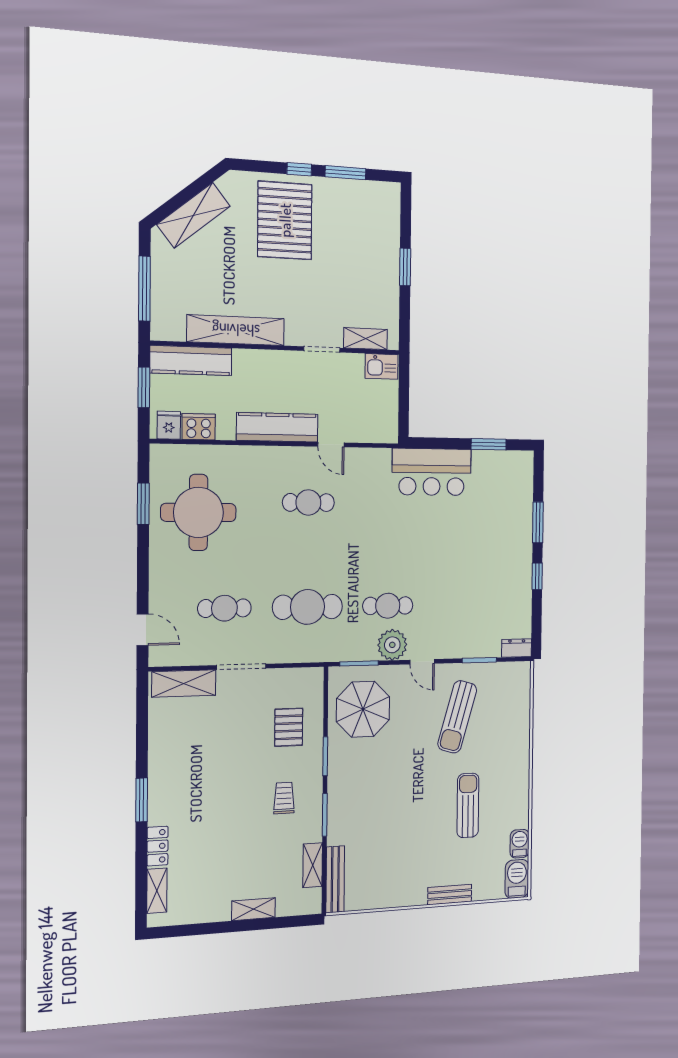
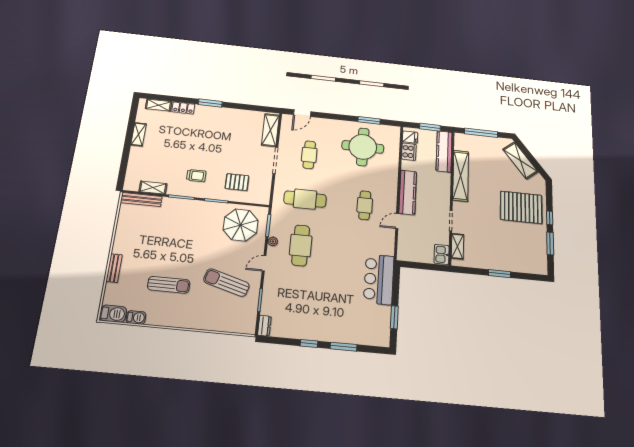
cafe table: (388, 606) -> (301, 245), width x1.37, depth x1.35
cafe table: (307, 607) -> (305, 199), turned 90
plant: (392, 645) -> (273, 241), width x0.53, depth x0.53
shelving: (253, 909) -> (139, 134), moved

